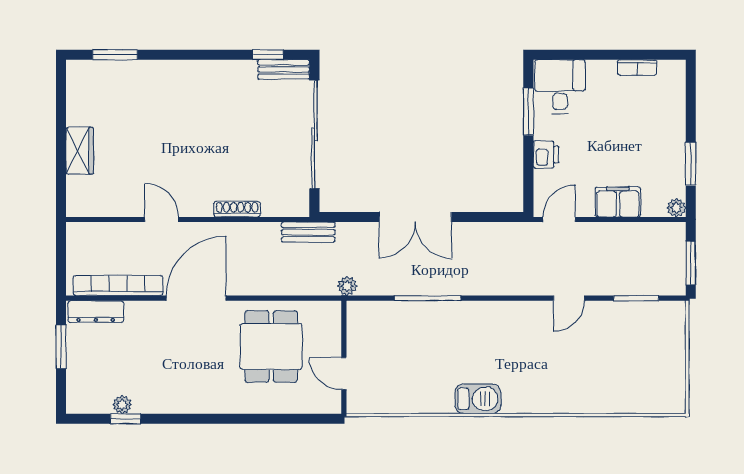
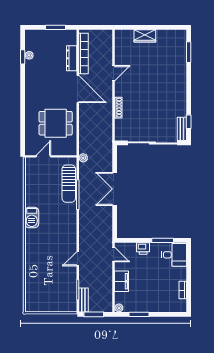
bench: (308, 232) -> (83, 300), moved
door: (569, 298) -> (78, 259), hinge flipped
dresser: (96, 312) -> (72, 58), moved
sun lounger: (404, 318) -> (69, 184), added

